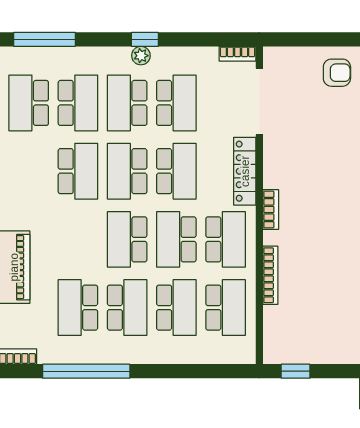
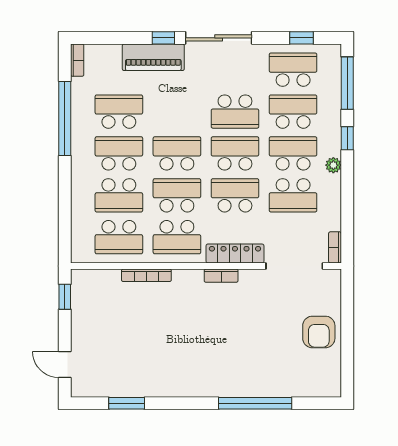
window: (145, 39) -> (347, 138), moved
armchair: (337, 73) -> (319, 332), width x1.38, depth x1.38
school desk: (78, 103) -> (293, 112), turned 180
school desk: (176, 171) -> (235, 195), turned 180
bookcase: (271, 209) -> (221, 276), moved
school desk: (127, 308) -> (119, 153), turned 180

